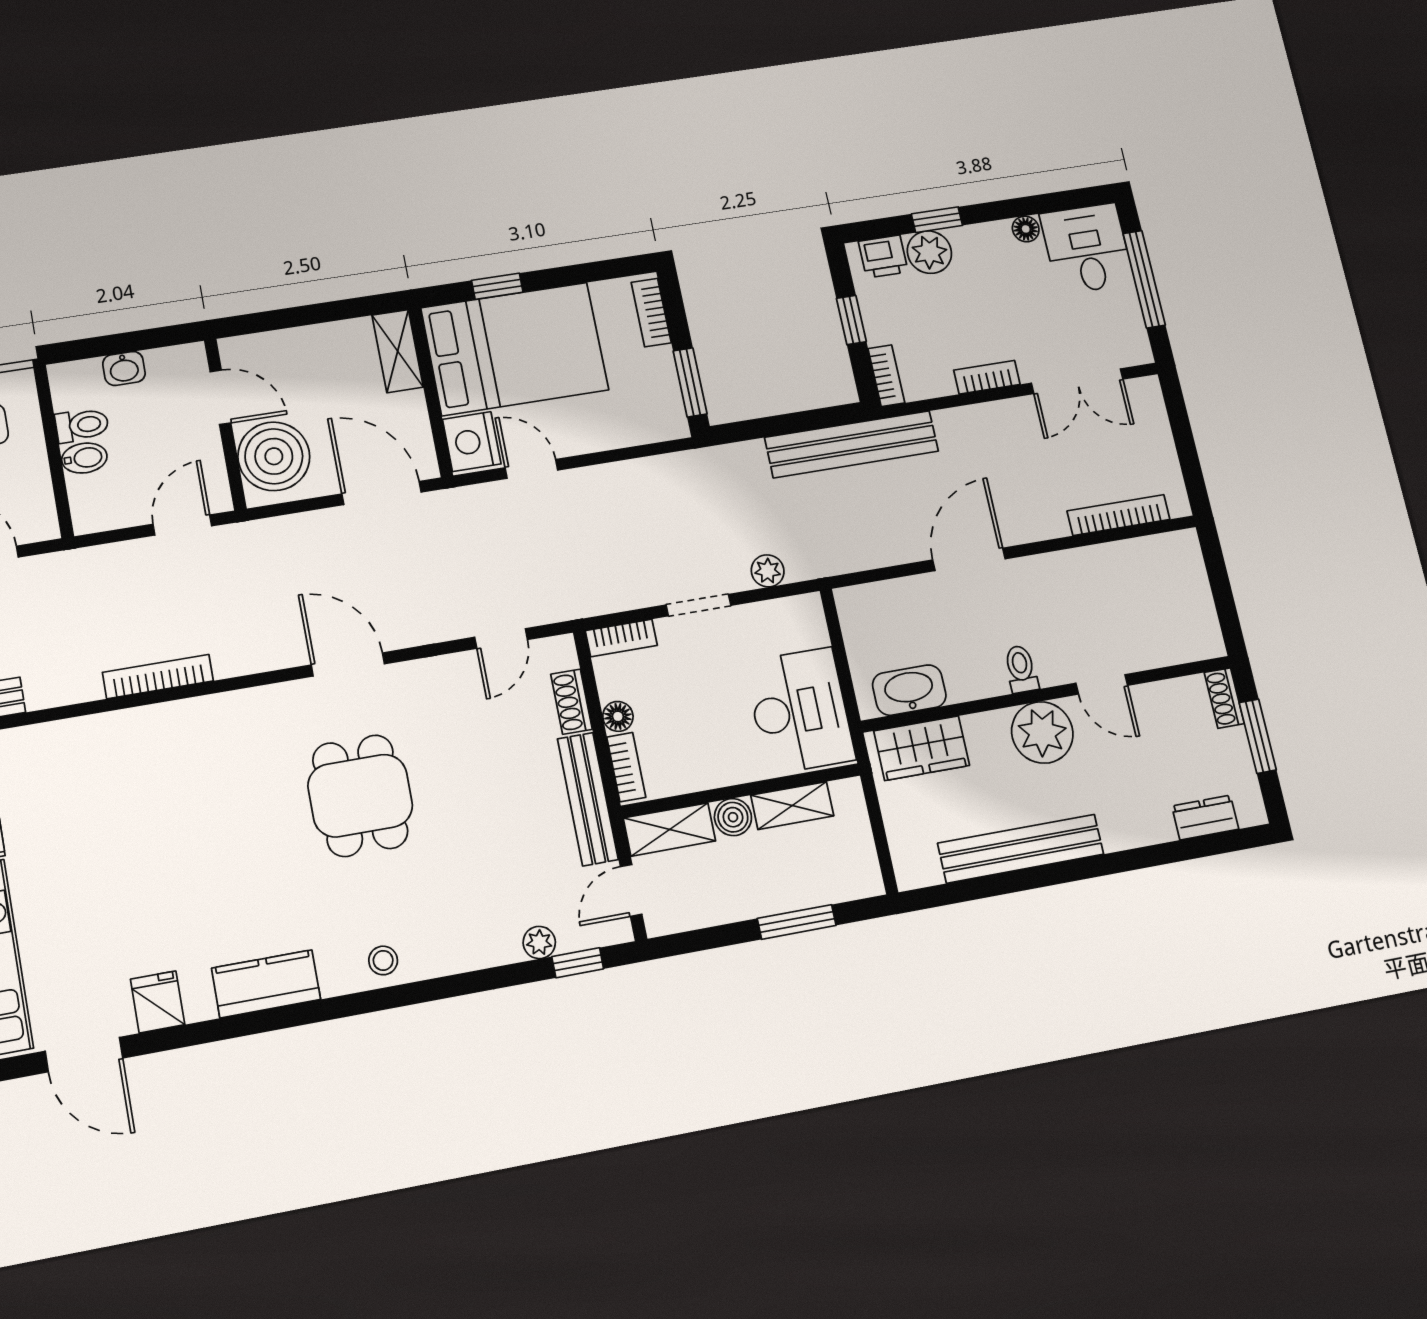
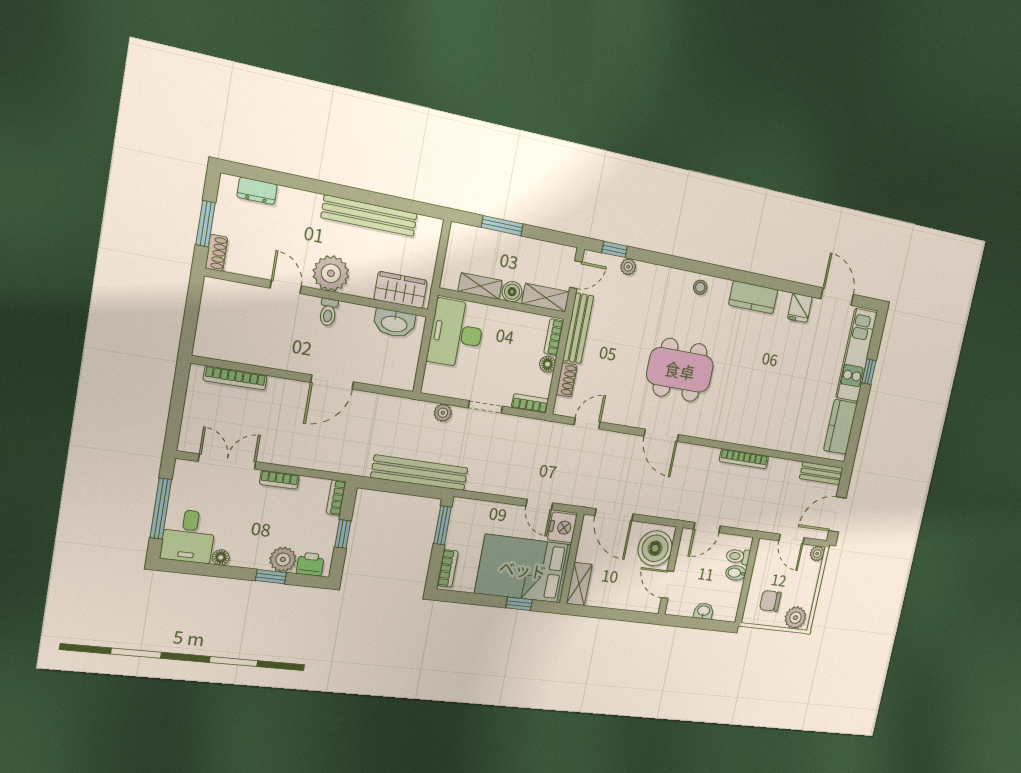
toilet: (82, 425) -> (738, 556), moved
bench: (852, 444) -> (420, 473), moved
dining table: (360, 796) -> (680, 370), width x1.38

